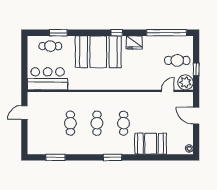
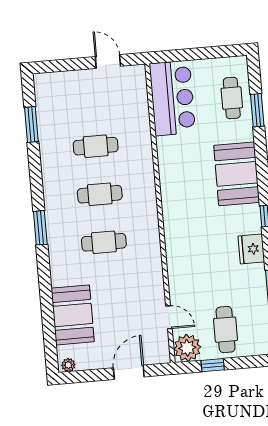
booth: (98, 52) -> (237, 174), width x0.73, depth x0.70
booth: (151, 144) -> (73, 315), moved

